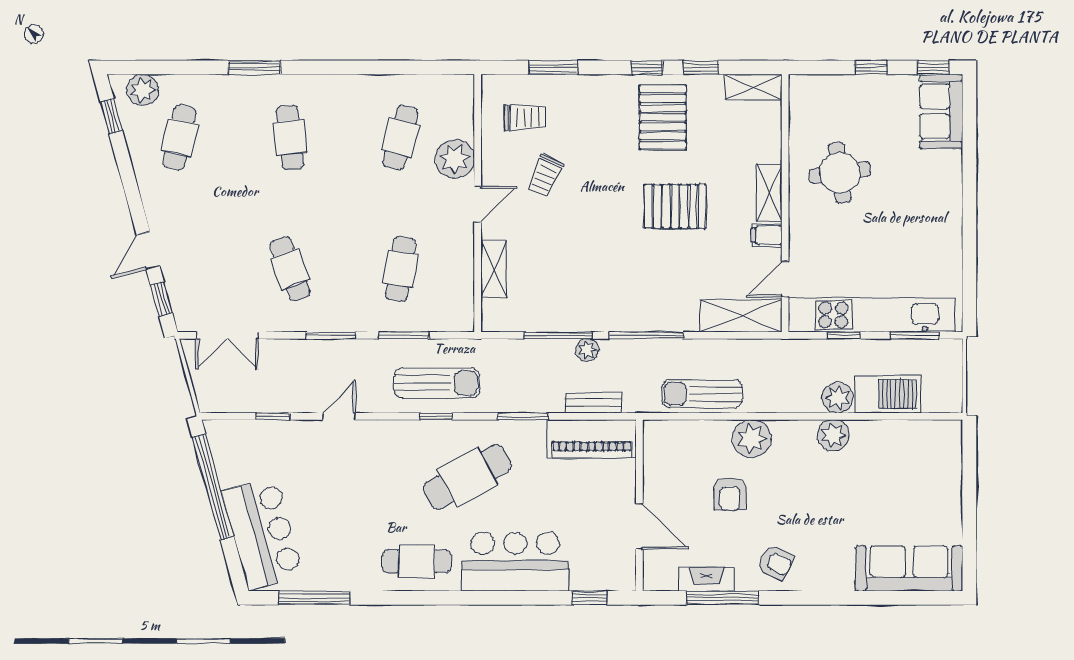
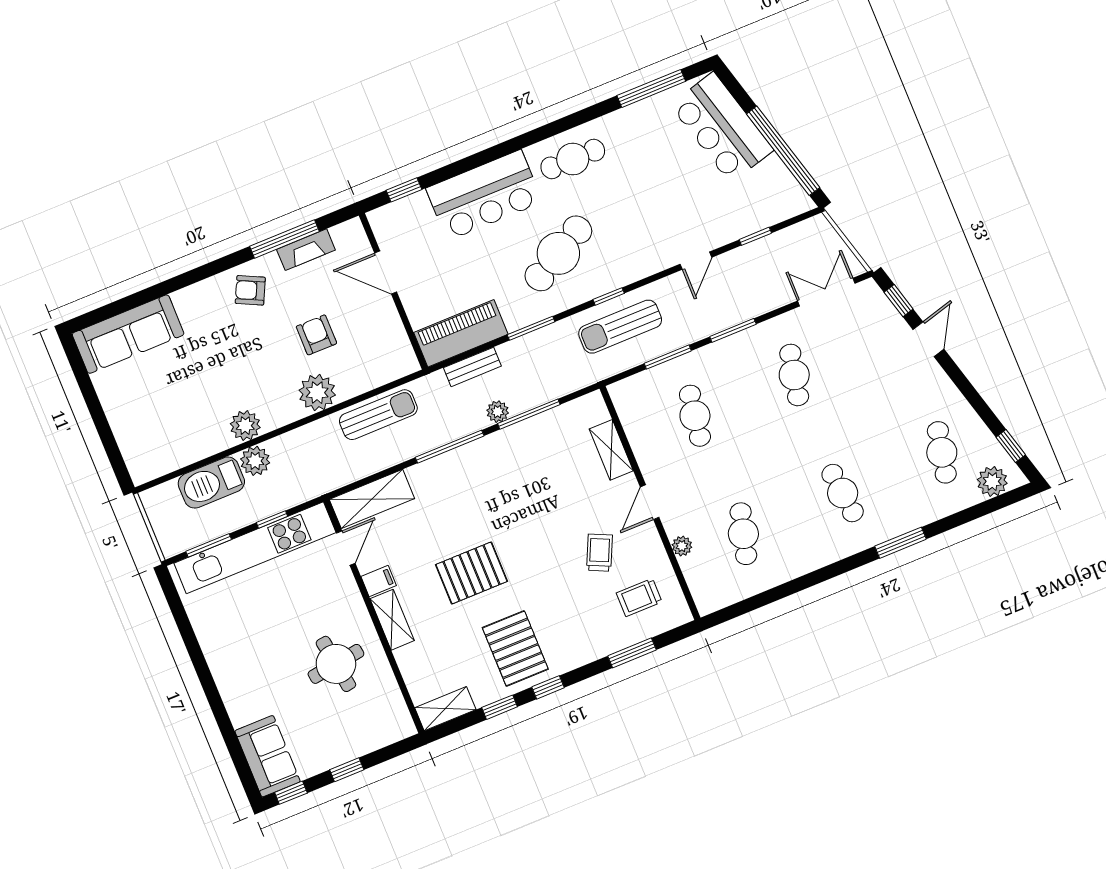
plant: (455, 159) -> (682, 546), width x0.53, depth x0.53
cafe table: (290, 269) -> (794, 375), turned 33

